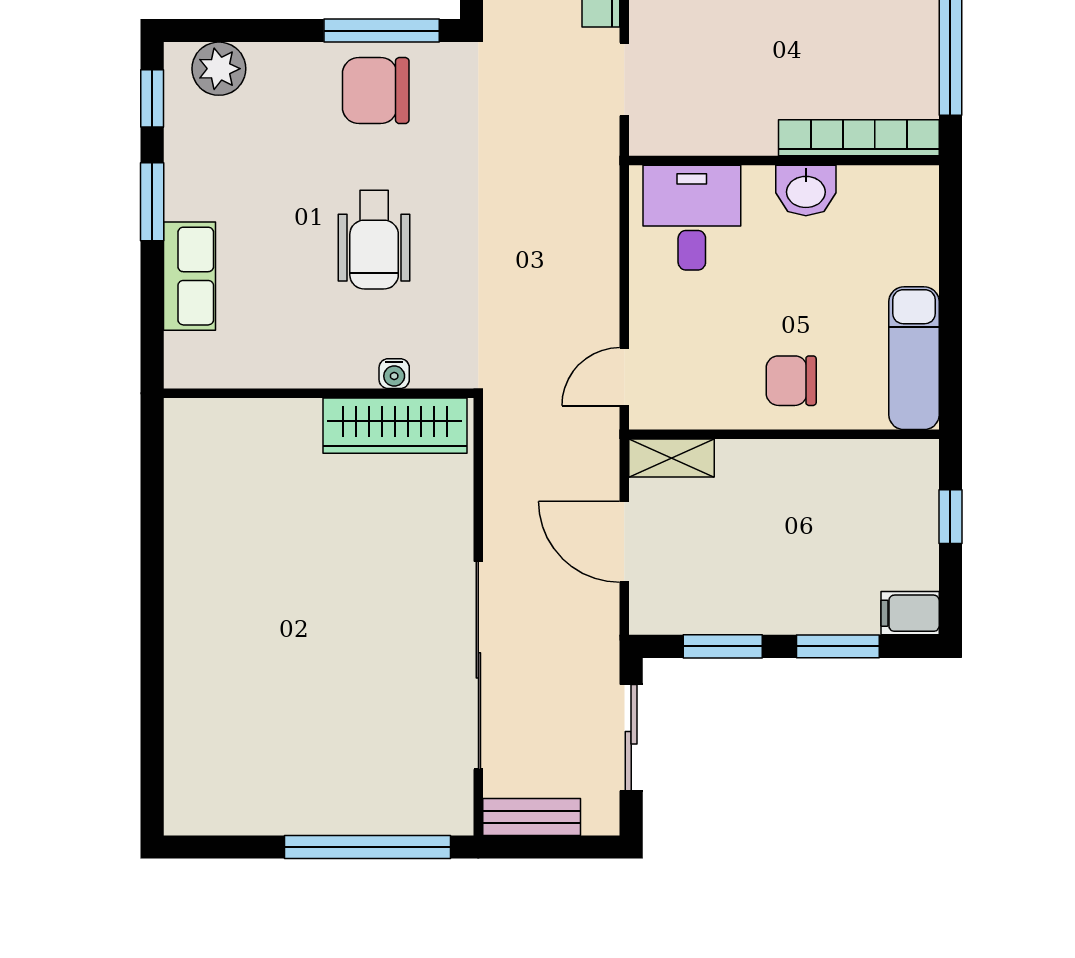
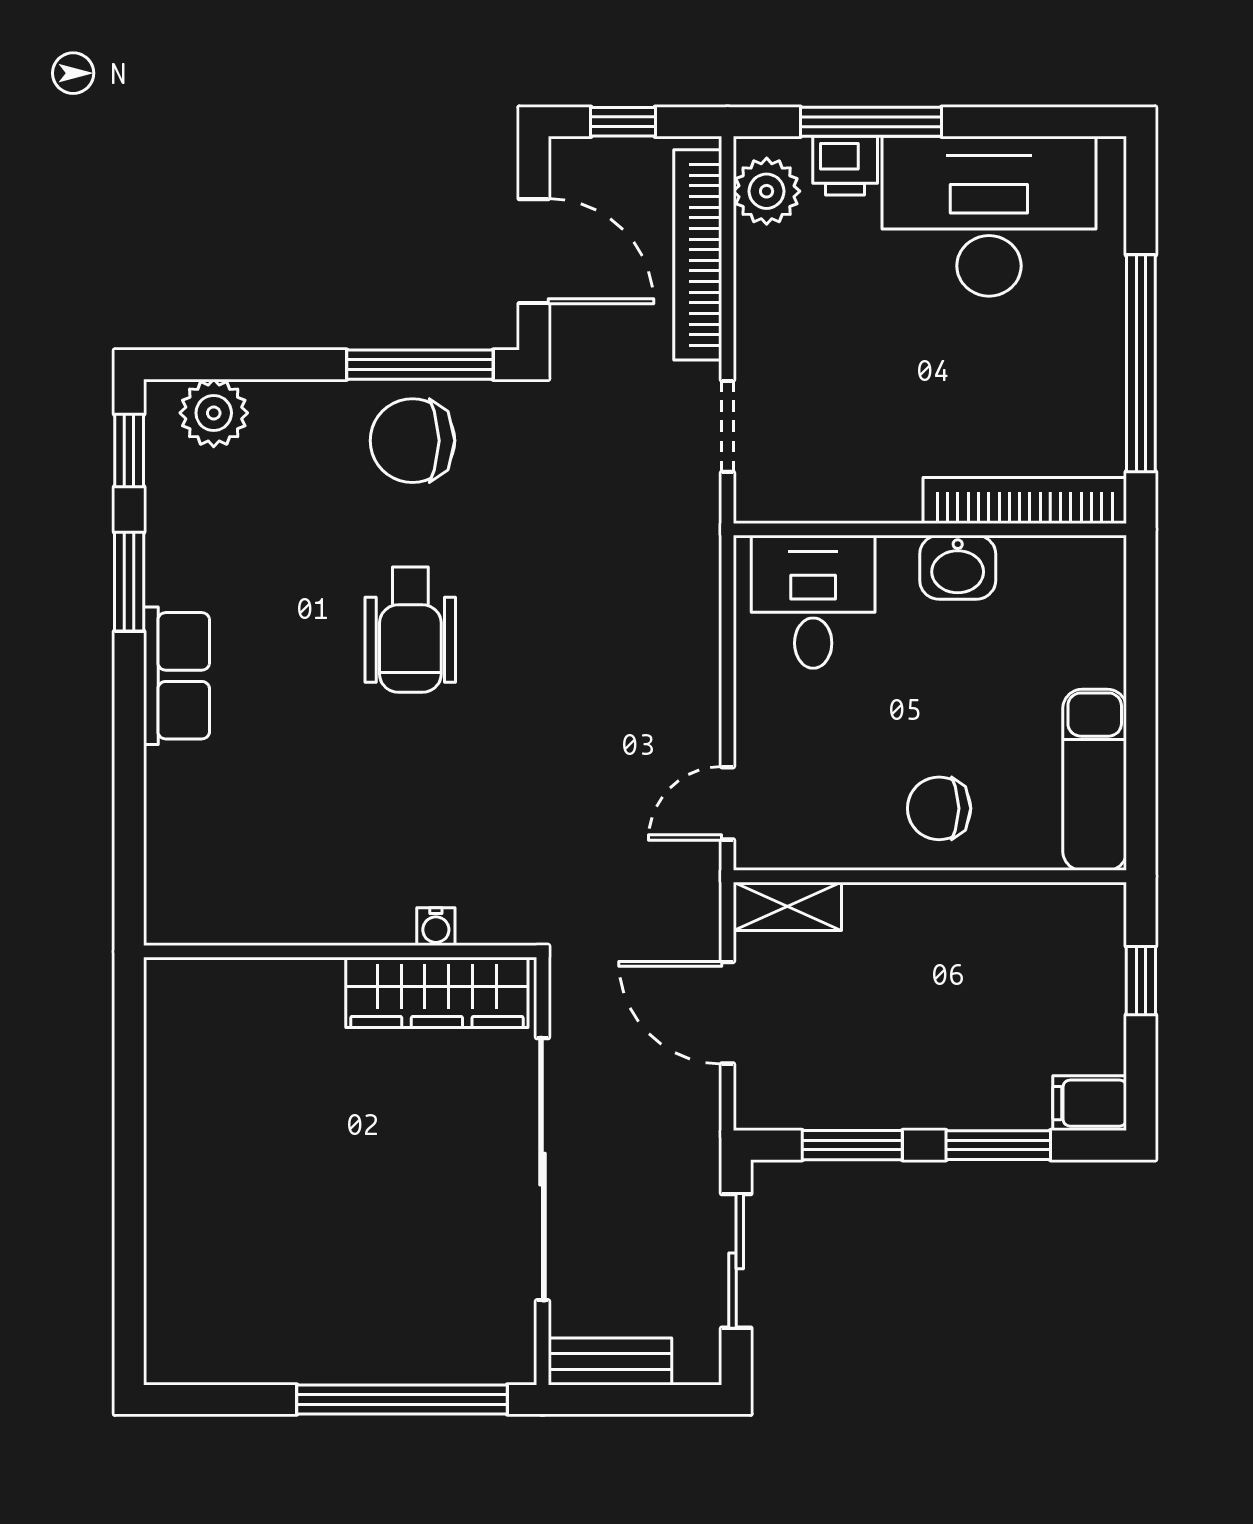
water cooler: (394, 374) -> (436, 927), moved
wall: (319, 393) -> (340, 951), moved
wardrobe: (395, 426) -> (437, 992), moved

